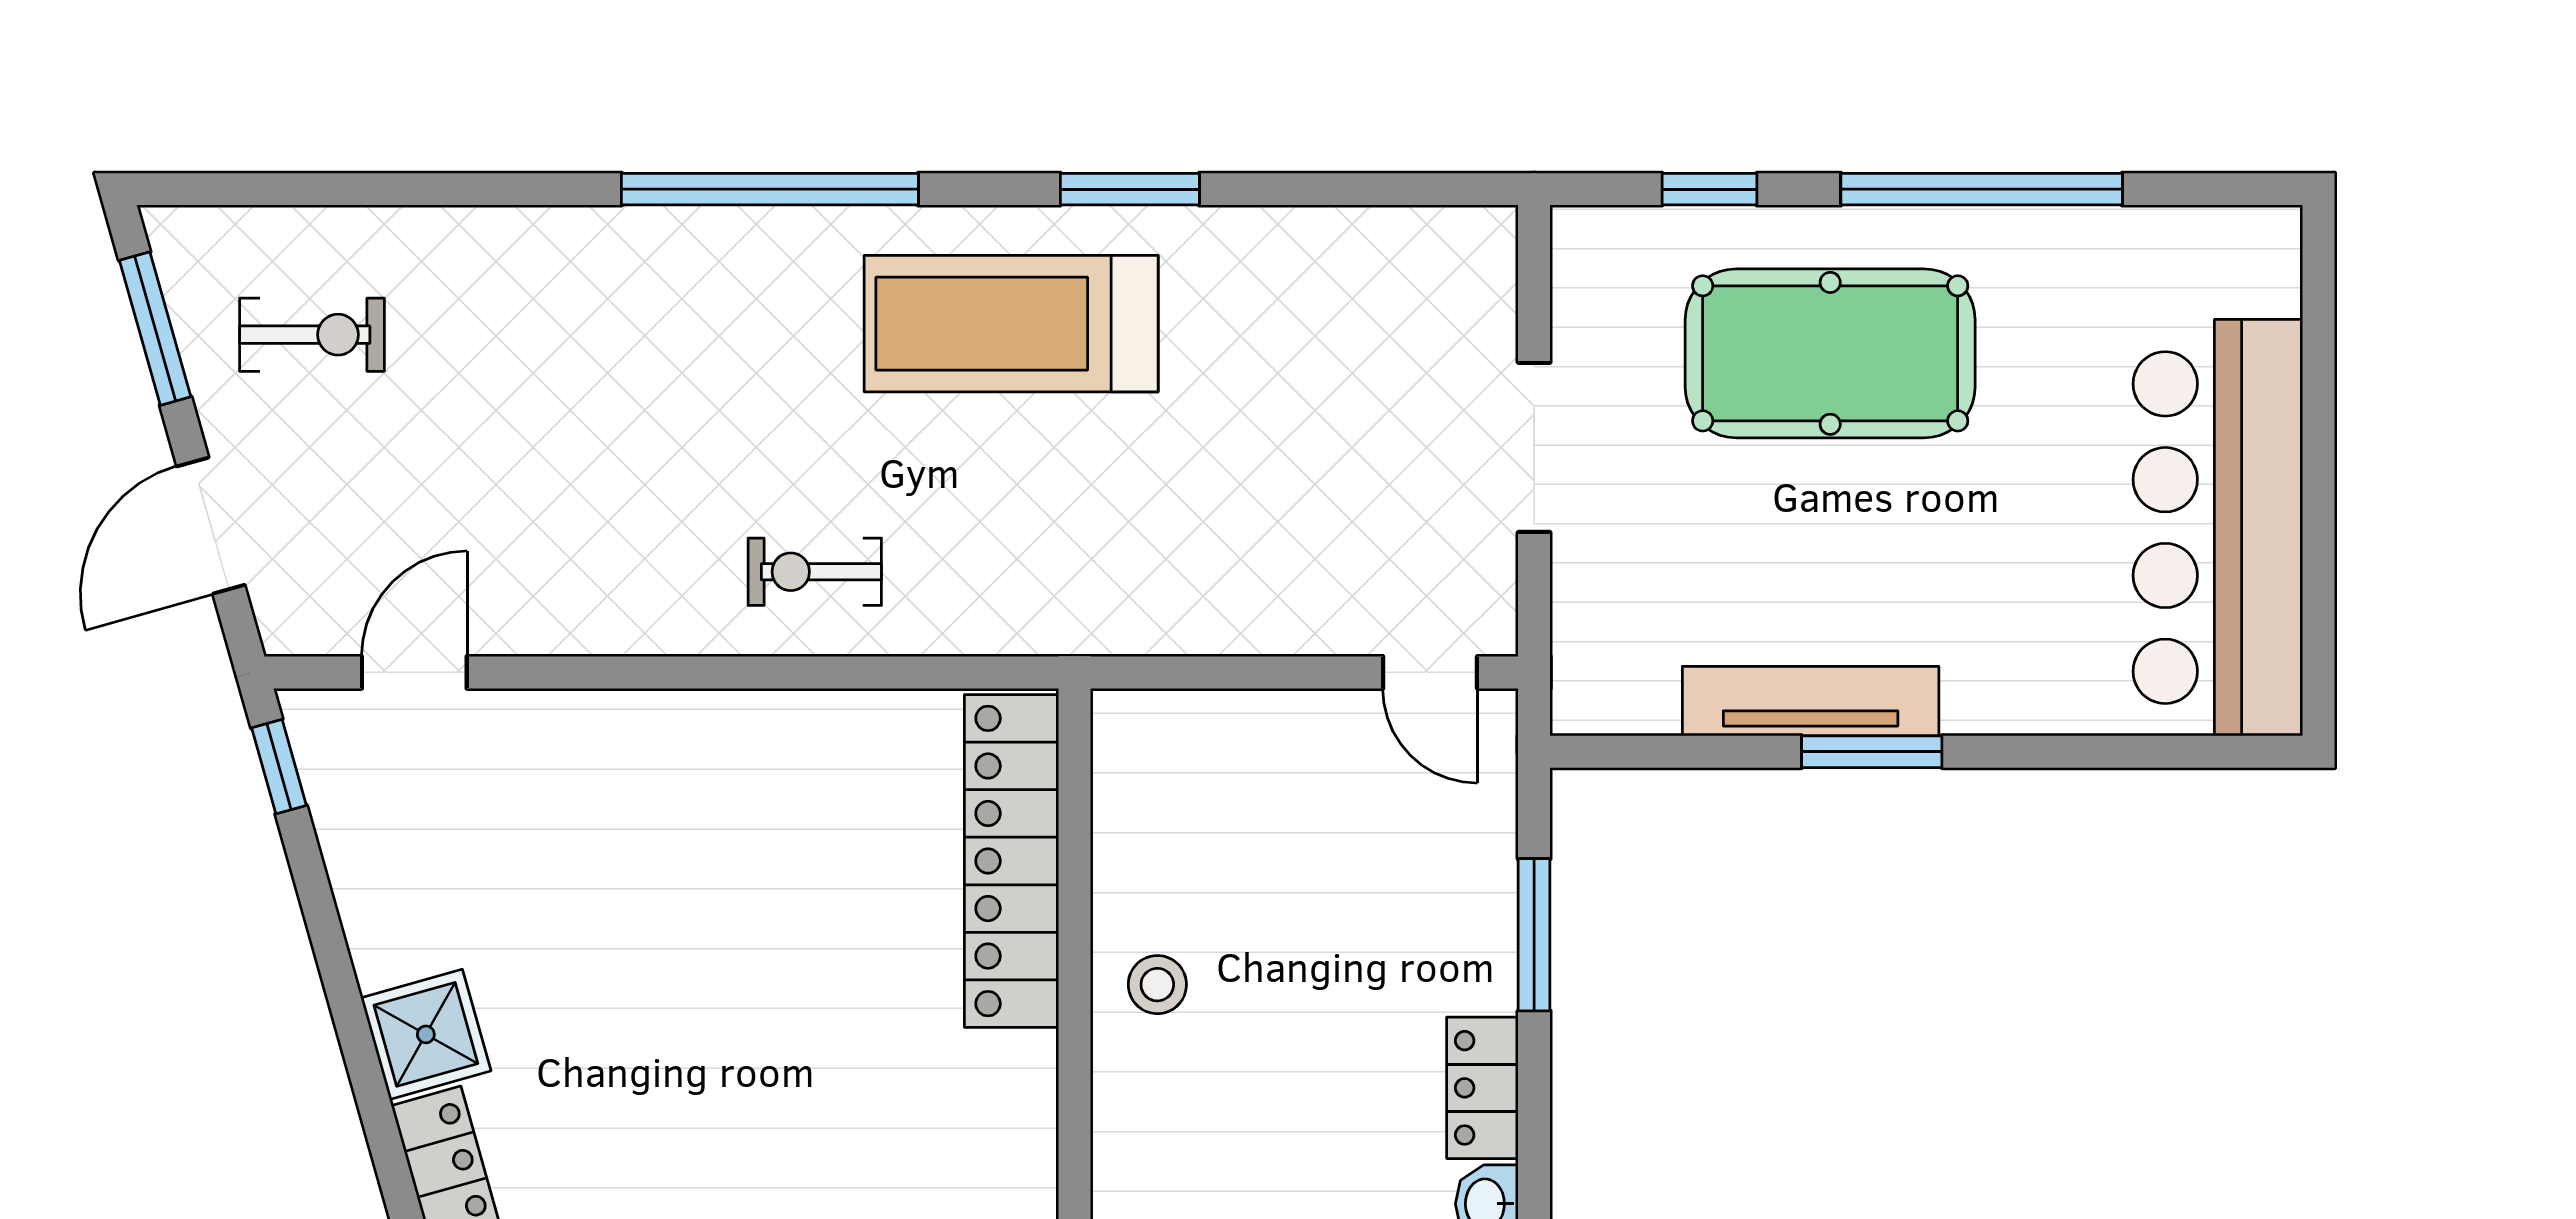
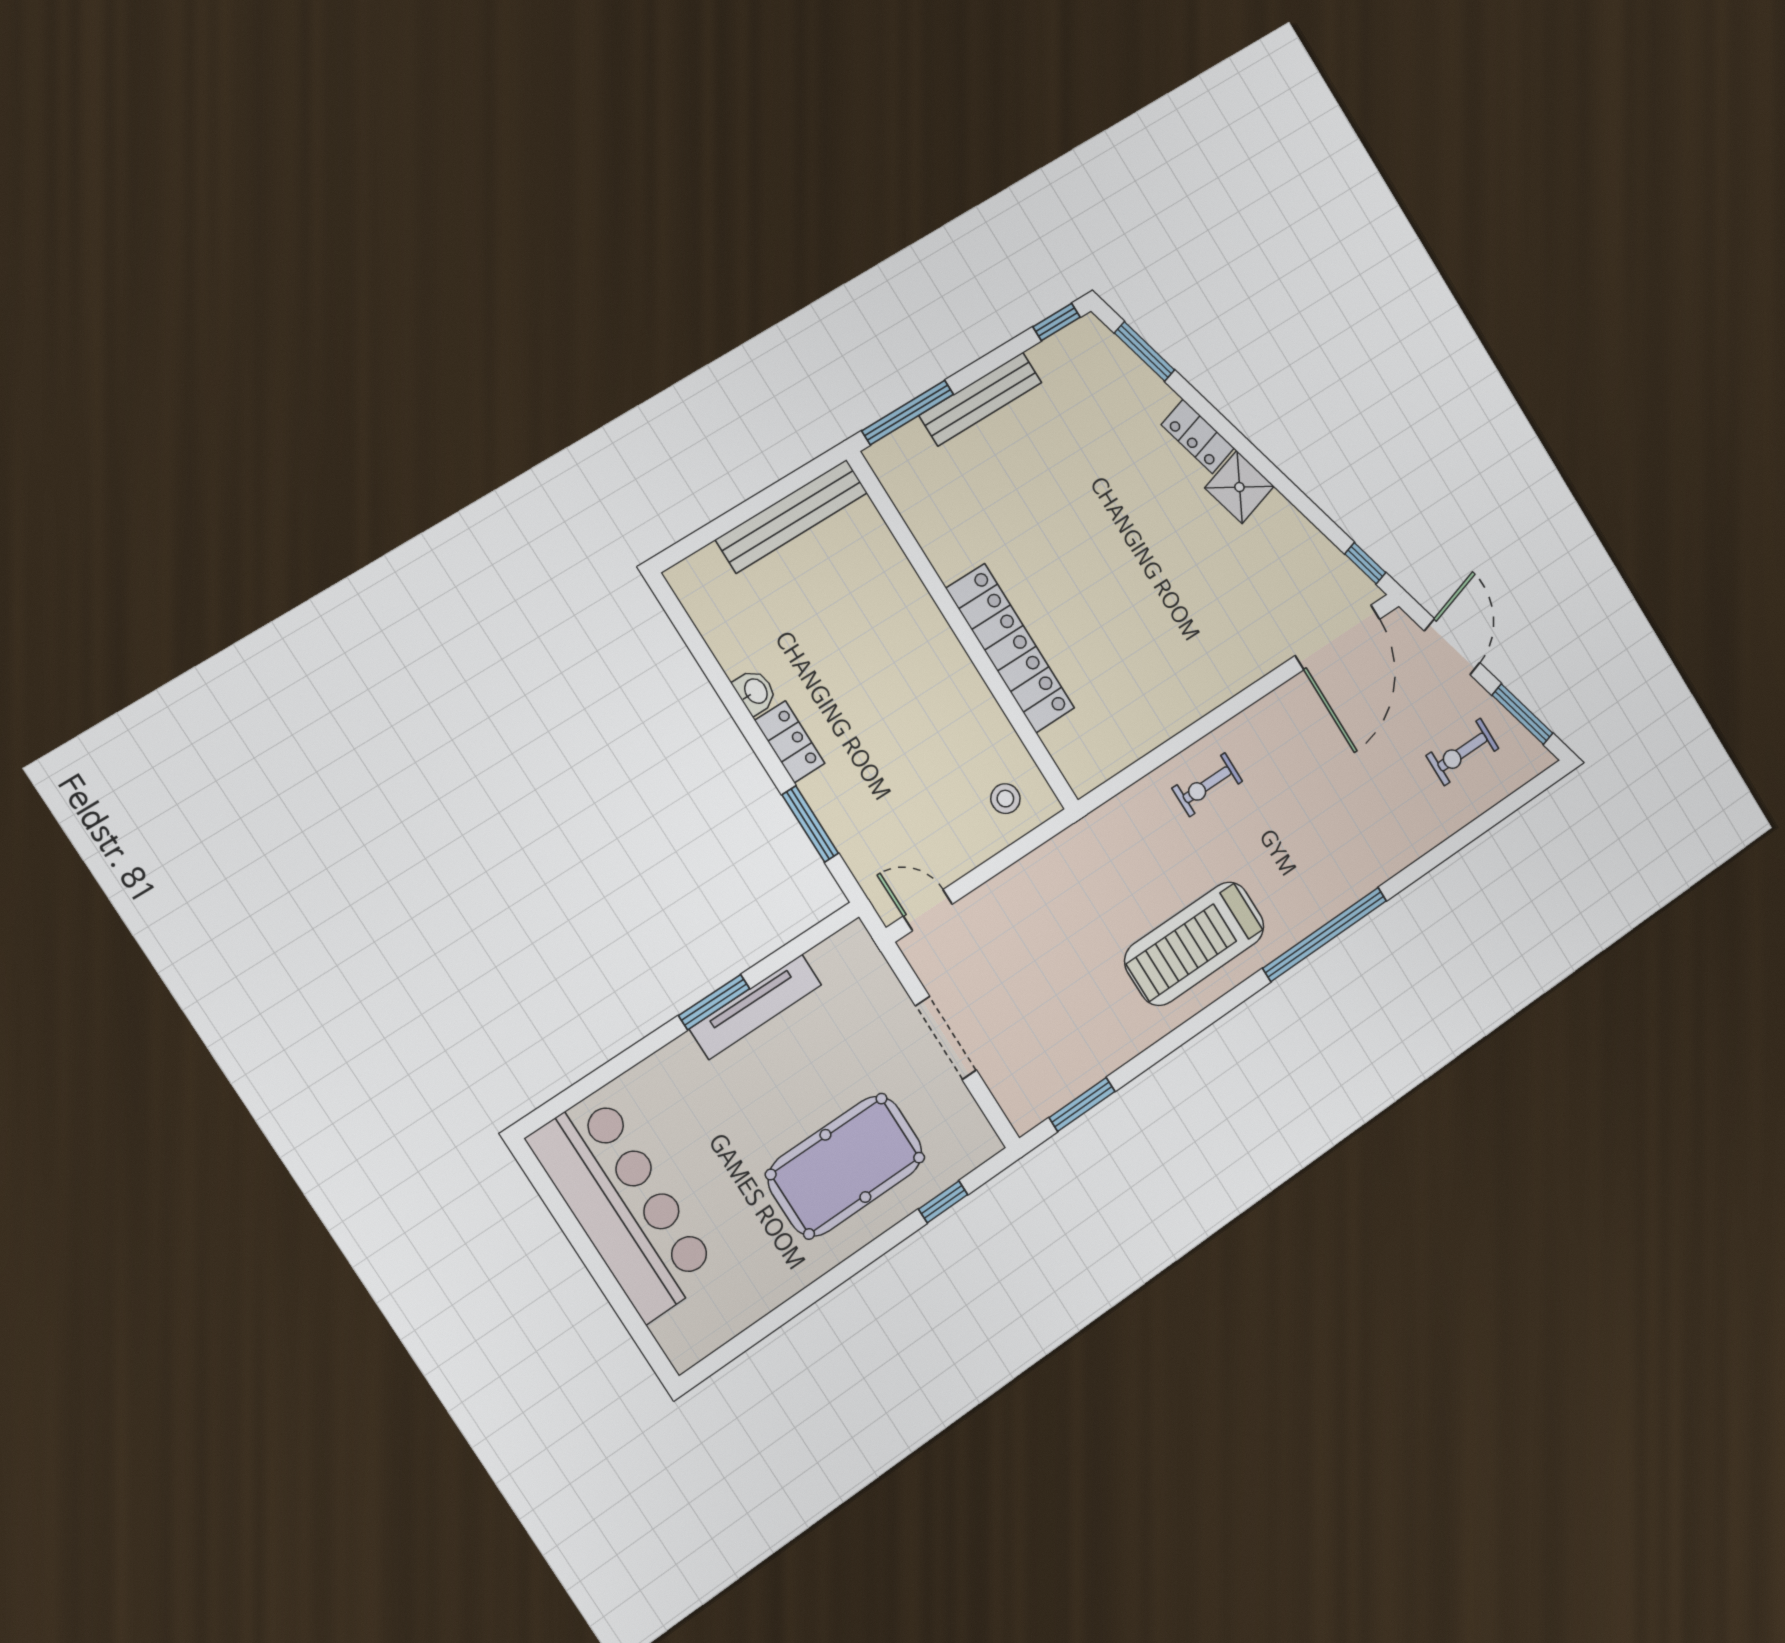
window: (1130, 189) -> (1082, 1104), moved
window: (1982, 189) -> (826, 1284), removed
treadmill: (1011, 324) -> (1194, 944), turned 180
exercise bike: (815, 572) -> (1207, 785), turned 180
door: (414, 672) -> (1337, 637), width x1.88
locker: (1012, 861) -> (1010, 648), moved
stool: (1157, 985) -> (1005, 799), moved

